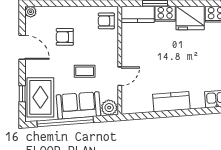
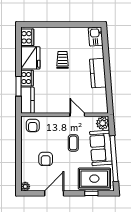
trolley: (188, 58) -> (63, 60), added

